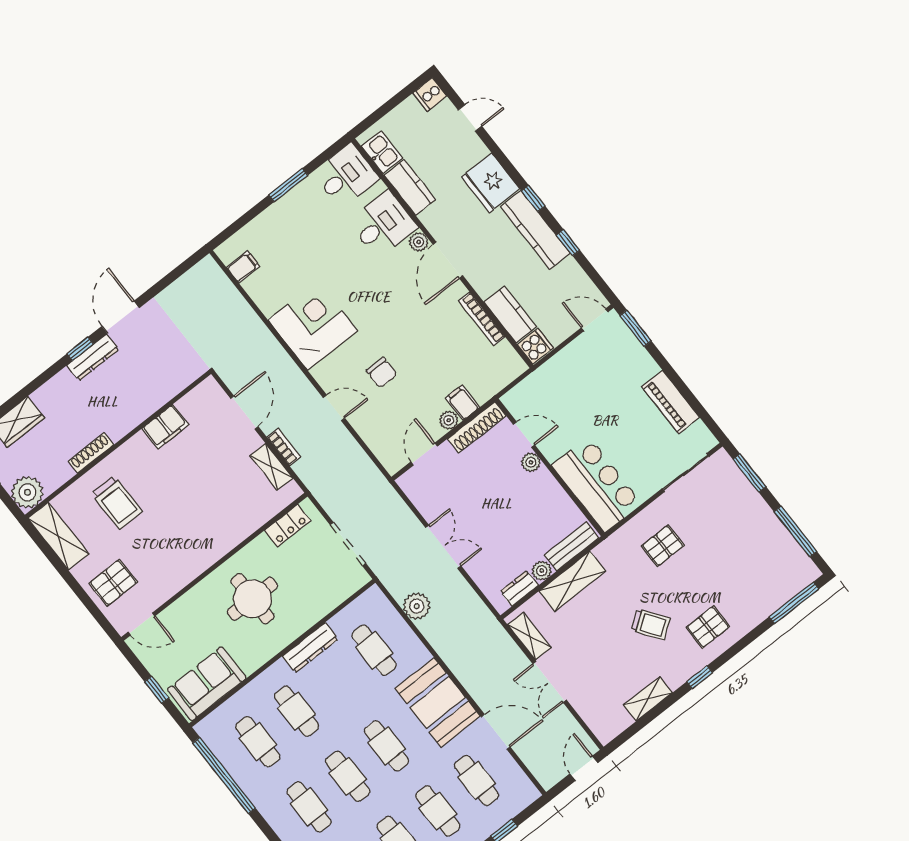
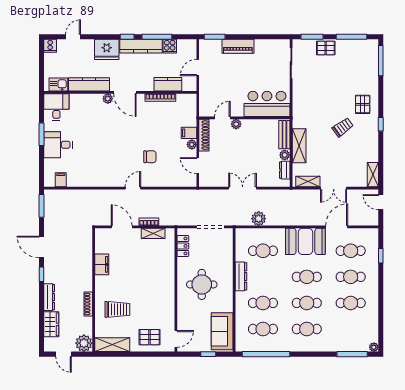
kitchen counter: (410, 187) -> (89, 84), width x1.50
desk: (383, 224) -> (58, 145), moved, turned -90
window: (568, 243) -> (157, 37), width x2.17
window: (182, 269) -> (41, 206), added
door: (595, 320) -> (198, 68), moved
corner desk: (313, 325) -> (108, 170), removed
cooker: (535, 346) -> (170, 46), moved, turned 180
dresser: (93, 357) -> (49, 297), moved
piano: (671, 402) -> (238, 46), moved
door: (334, 408) -> (133, 188), moved
pallet: (663, 546) -> (326, 48), moved, turned 90
pallet: (113, 583) -> (150, 337), turned 90
shelving: (648, 699) -> (373, 175), moved

